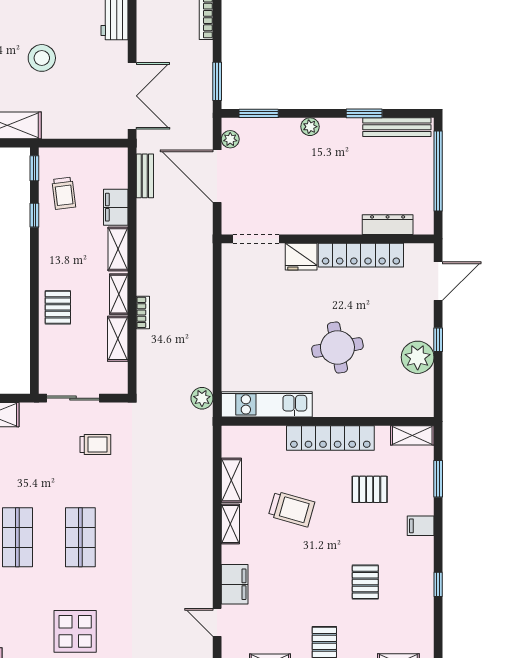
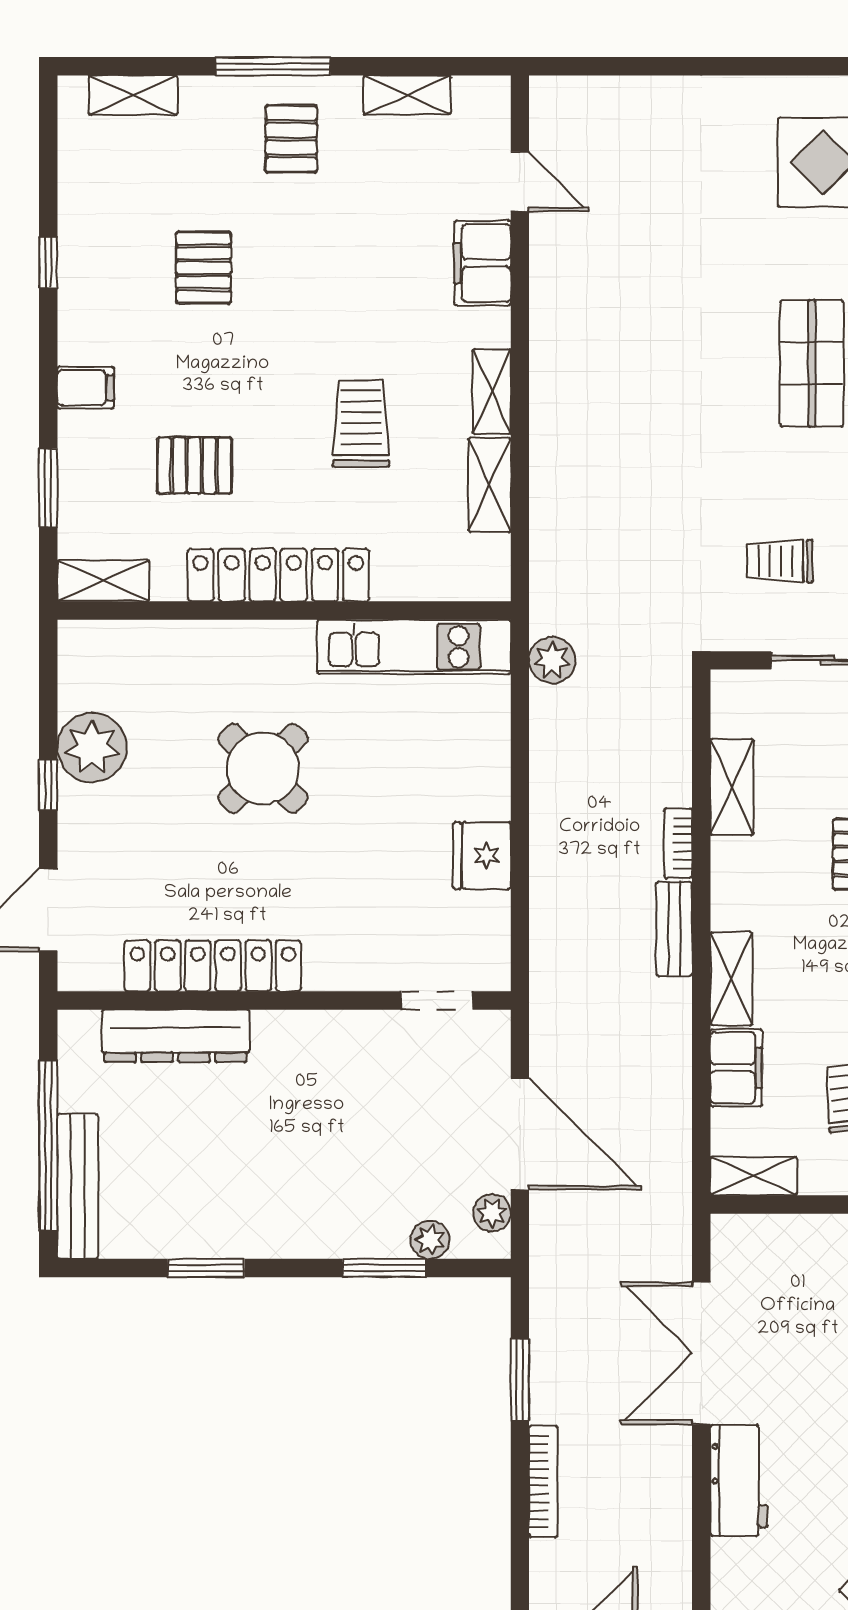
window: (217, 81) -> (520, 1380), moved
double door: (132, 96) -> (701, 1353), moved
window: (259, 113) -> (384, 1268), moved
plant: (310, 127) -> (430, 1240), moved
bench: (397, 127) -> (78, 1186), moved, turned 90
bench: (145, 176) -> (674, 929), moved
dresser: (388, 225) -> (176, 1036), width x1.37, depth x1.24
doorway: (256, 239) -> (437, 1000), width x0.73
fridge: (301, 257) -> (482, 855), moved, turned -90
shelving: (119, 294) -> (754, 1176), moved, turned 90
round table: (337, 347) -> (263, 768), turned -35
trolley: (292, 509) -> (361, 424), turned 74

